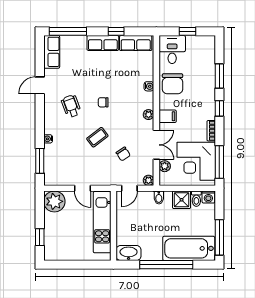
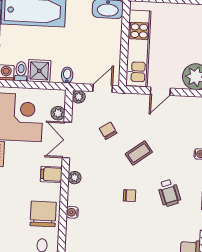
door: (82, 188) -> (160, 91), swing flipped

